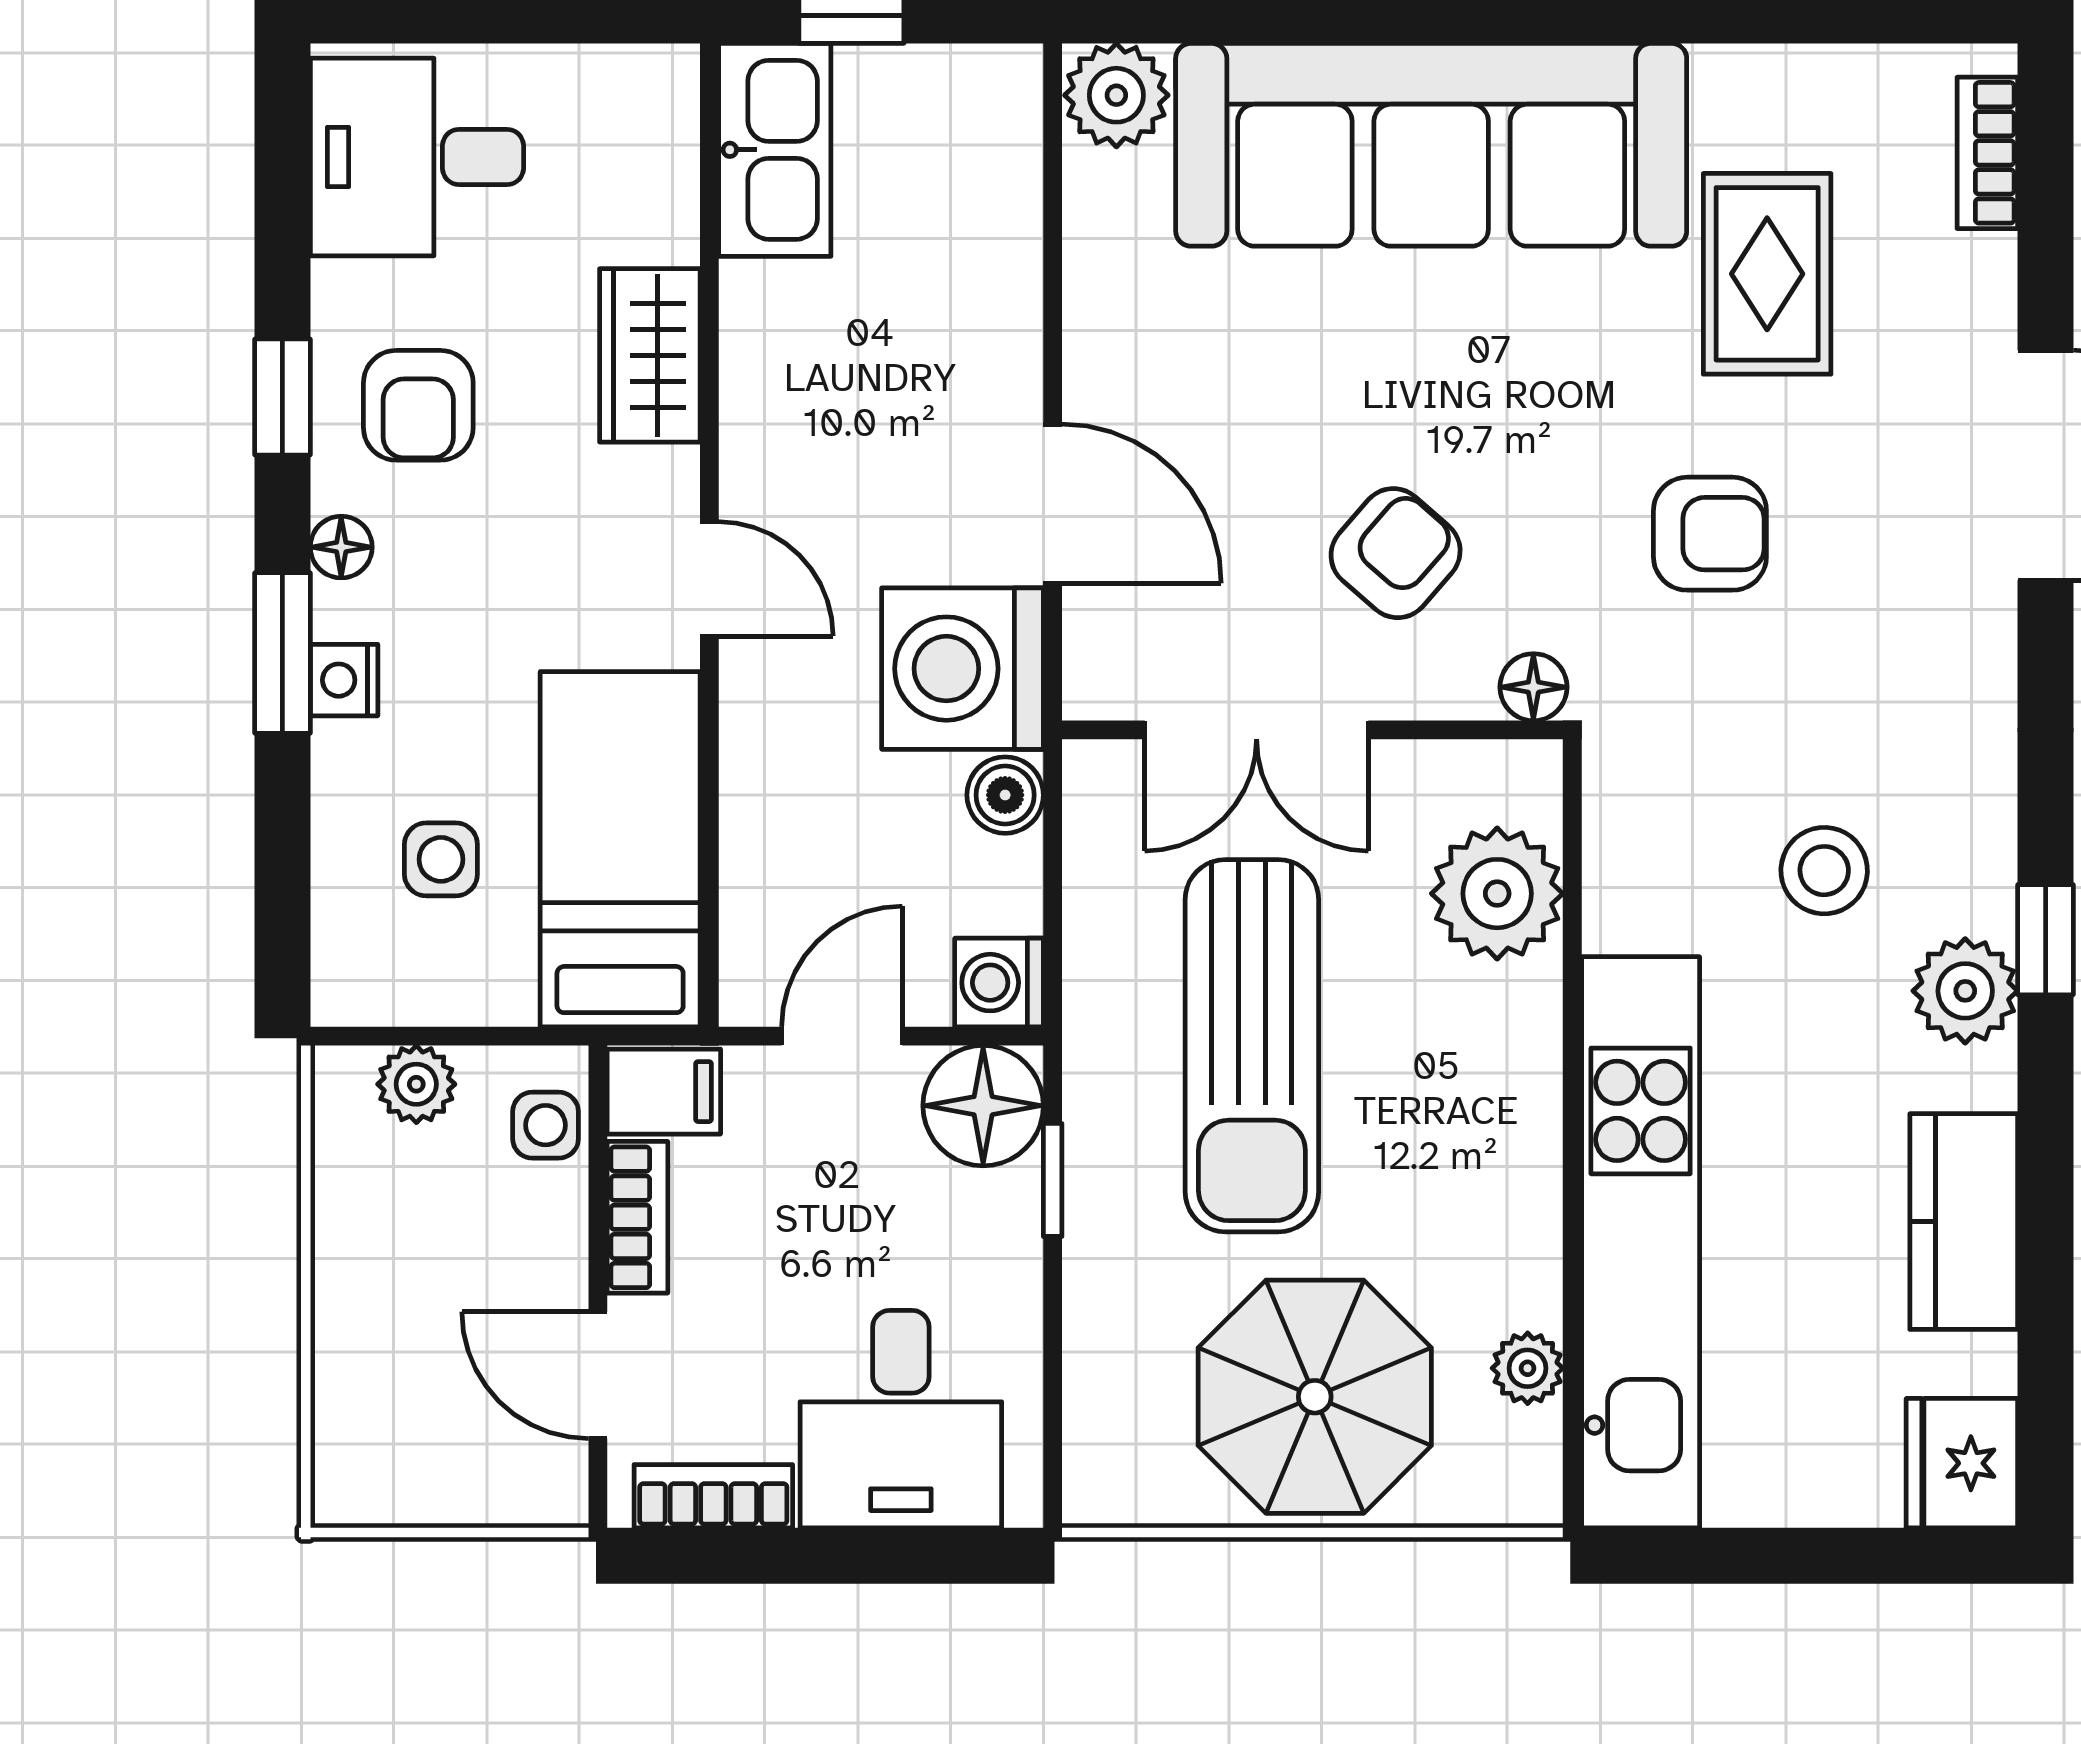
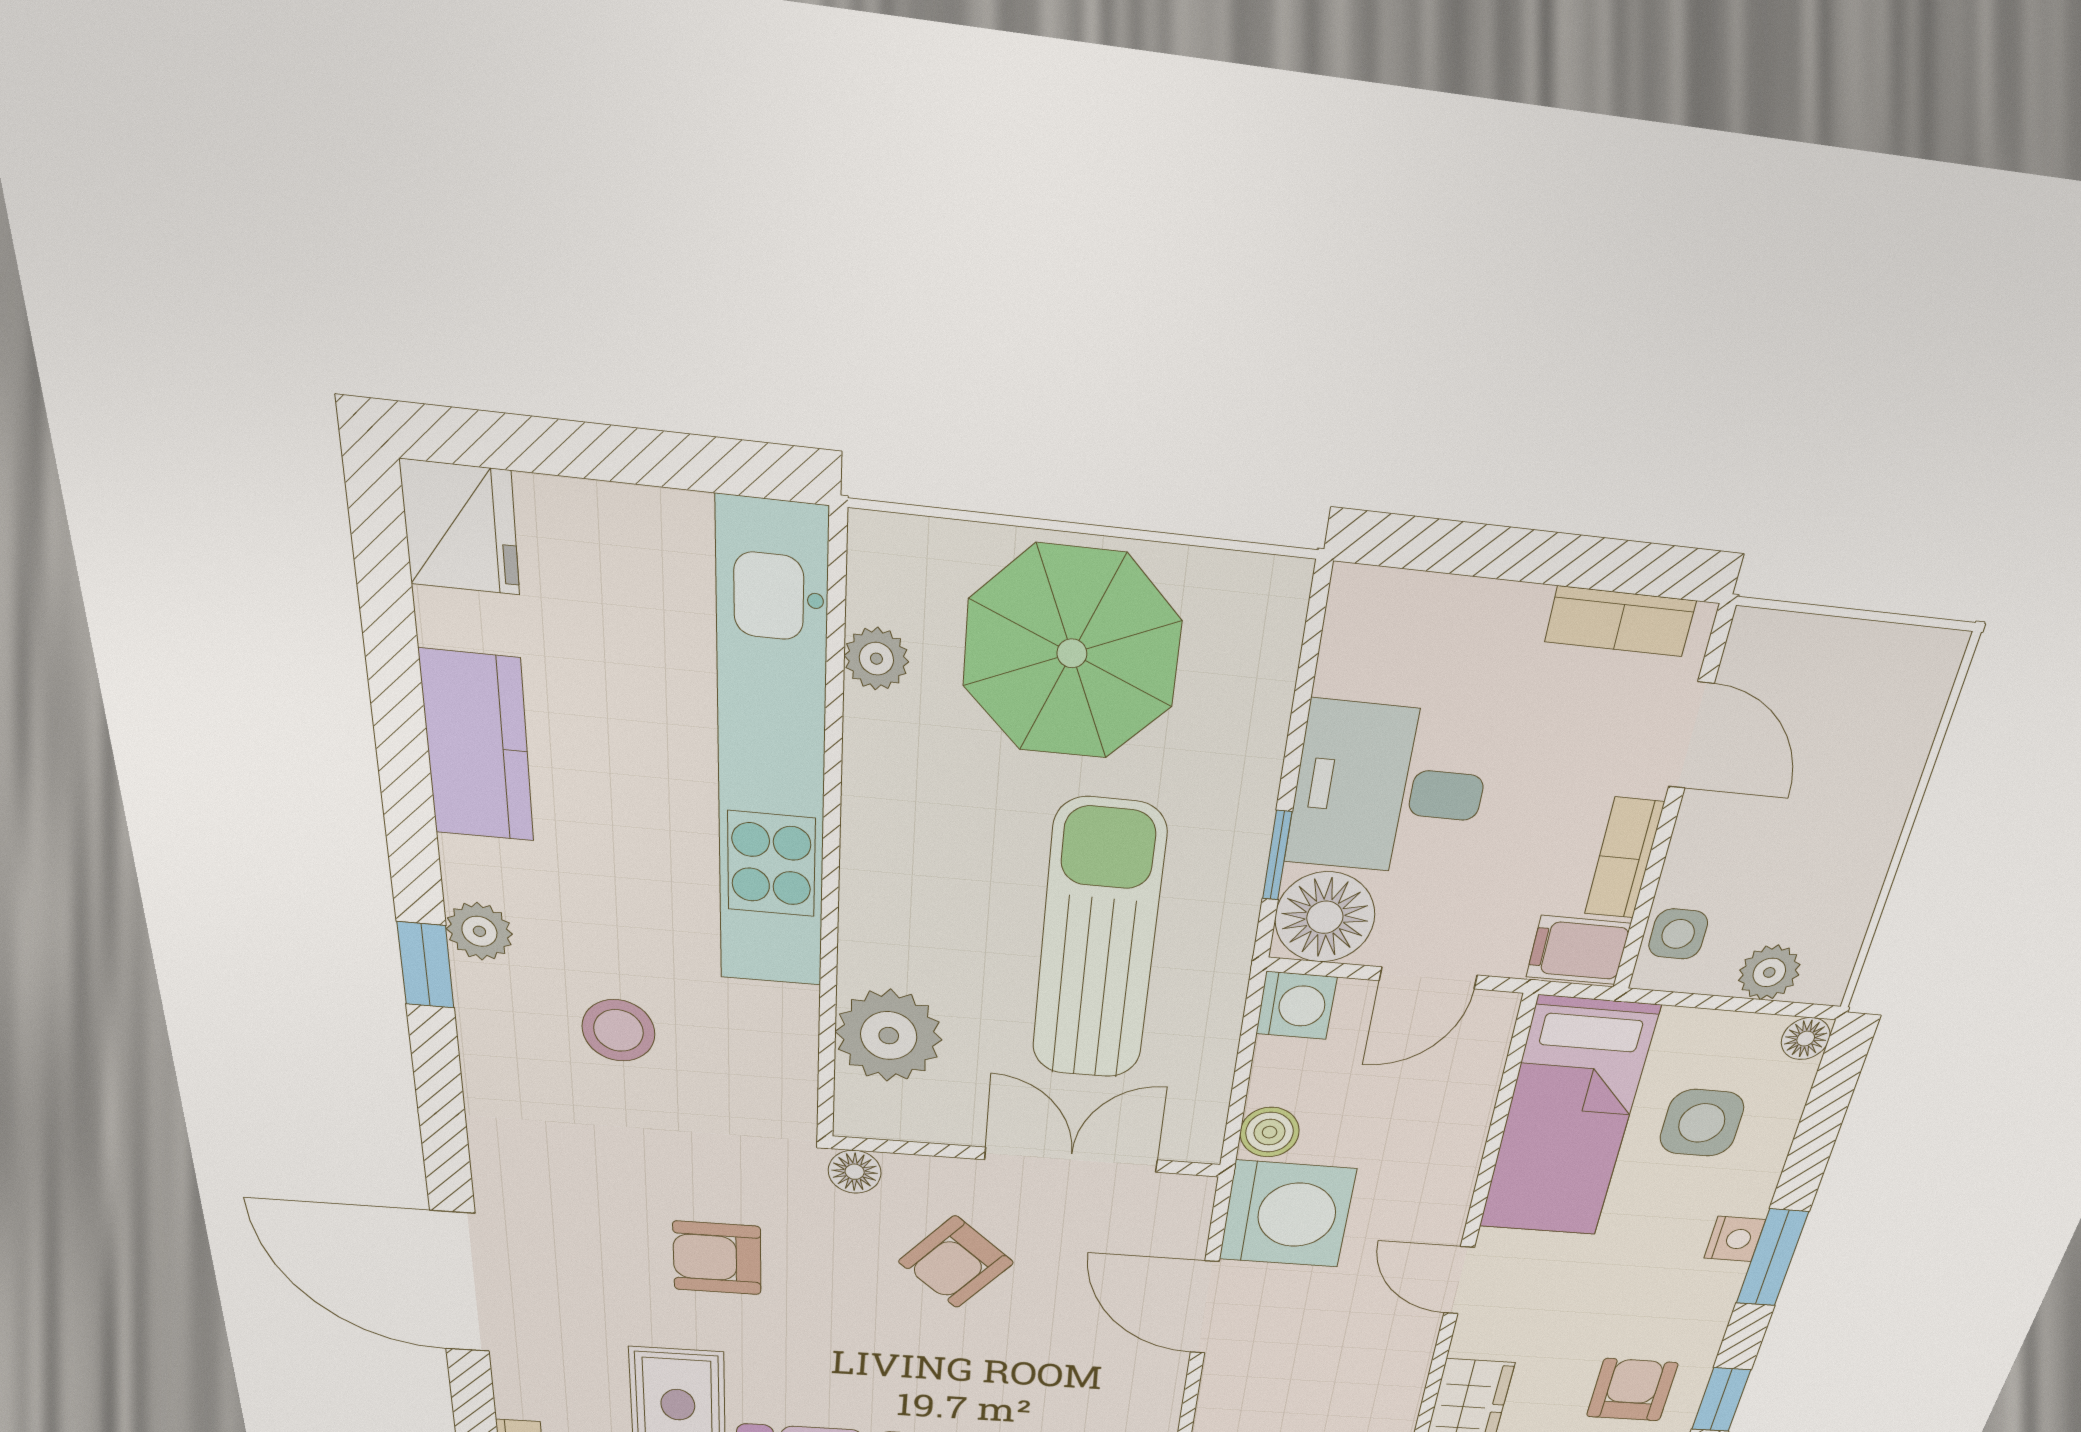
floor lamp: (341, 547) -> (1806, 1039), moved
side table: (441, 859) -> (1702, 1123), width x1.37, depth x1.37
plant: (1965, 991) -> (479, 931), width x0.73, depth x0.73
desk: (901, 1419) -> (1389, 790), moved, turned -90

